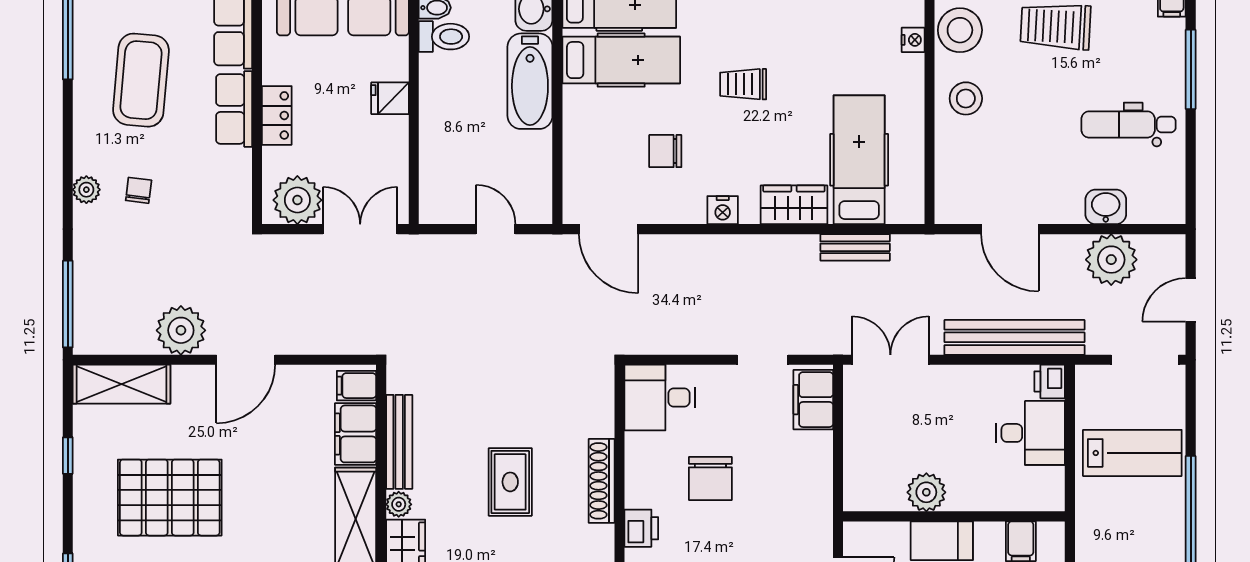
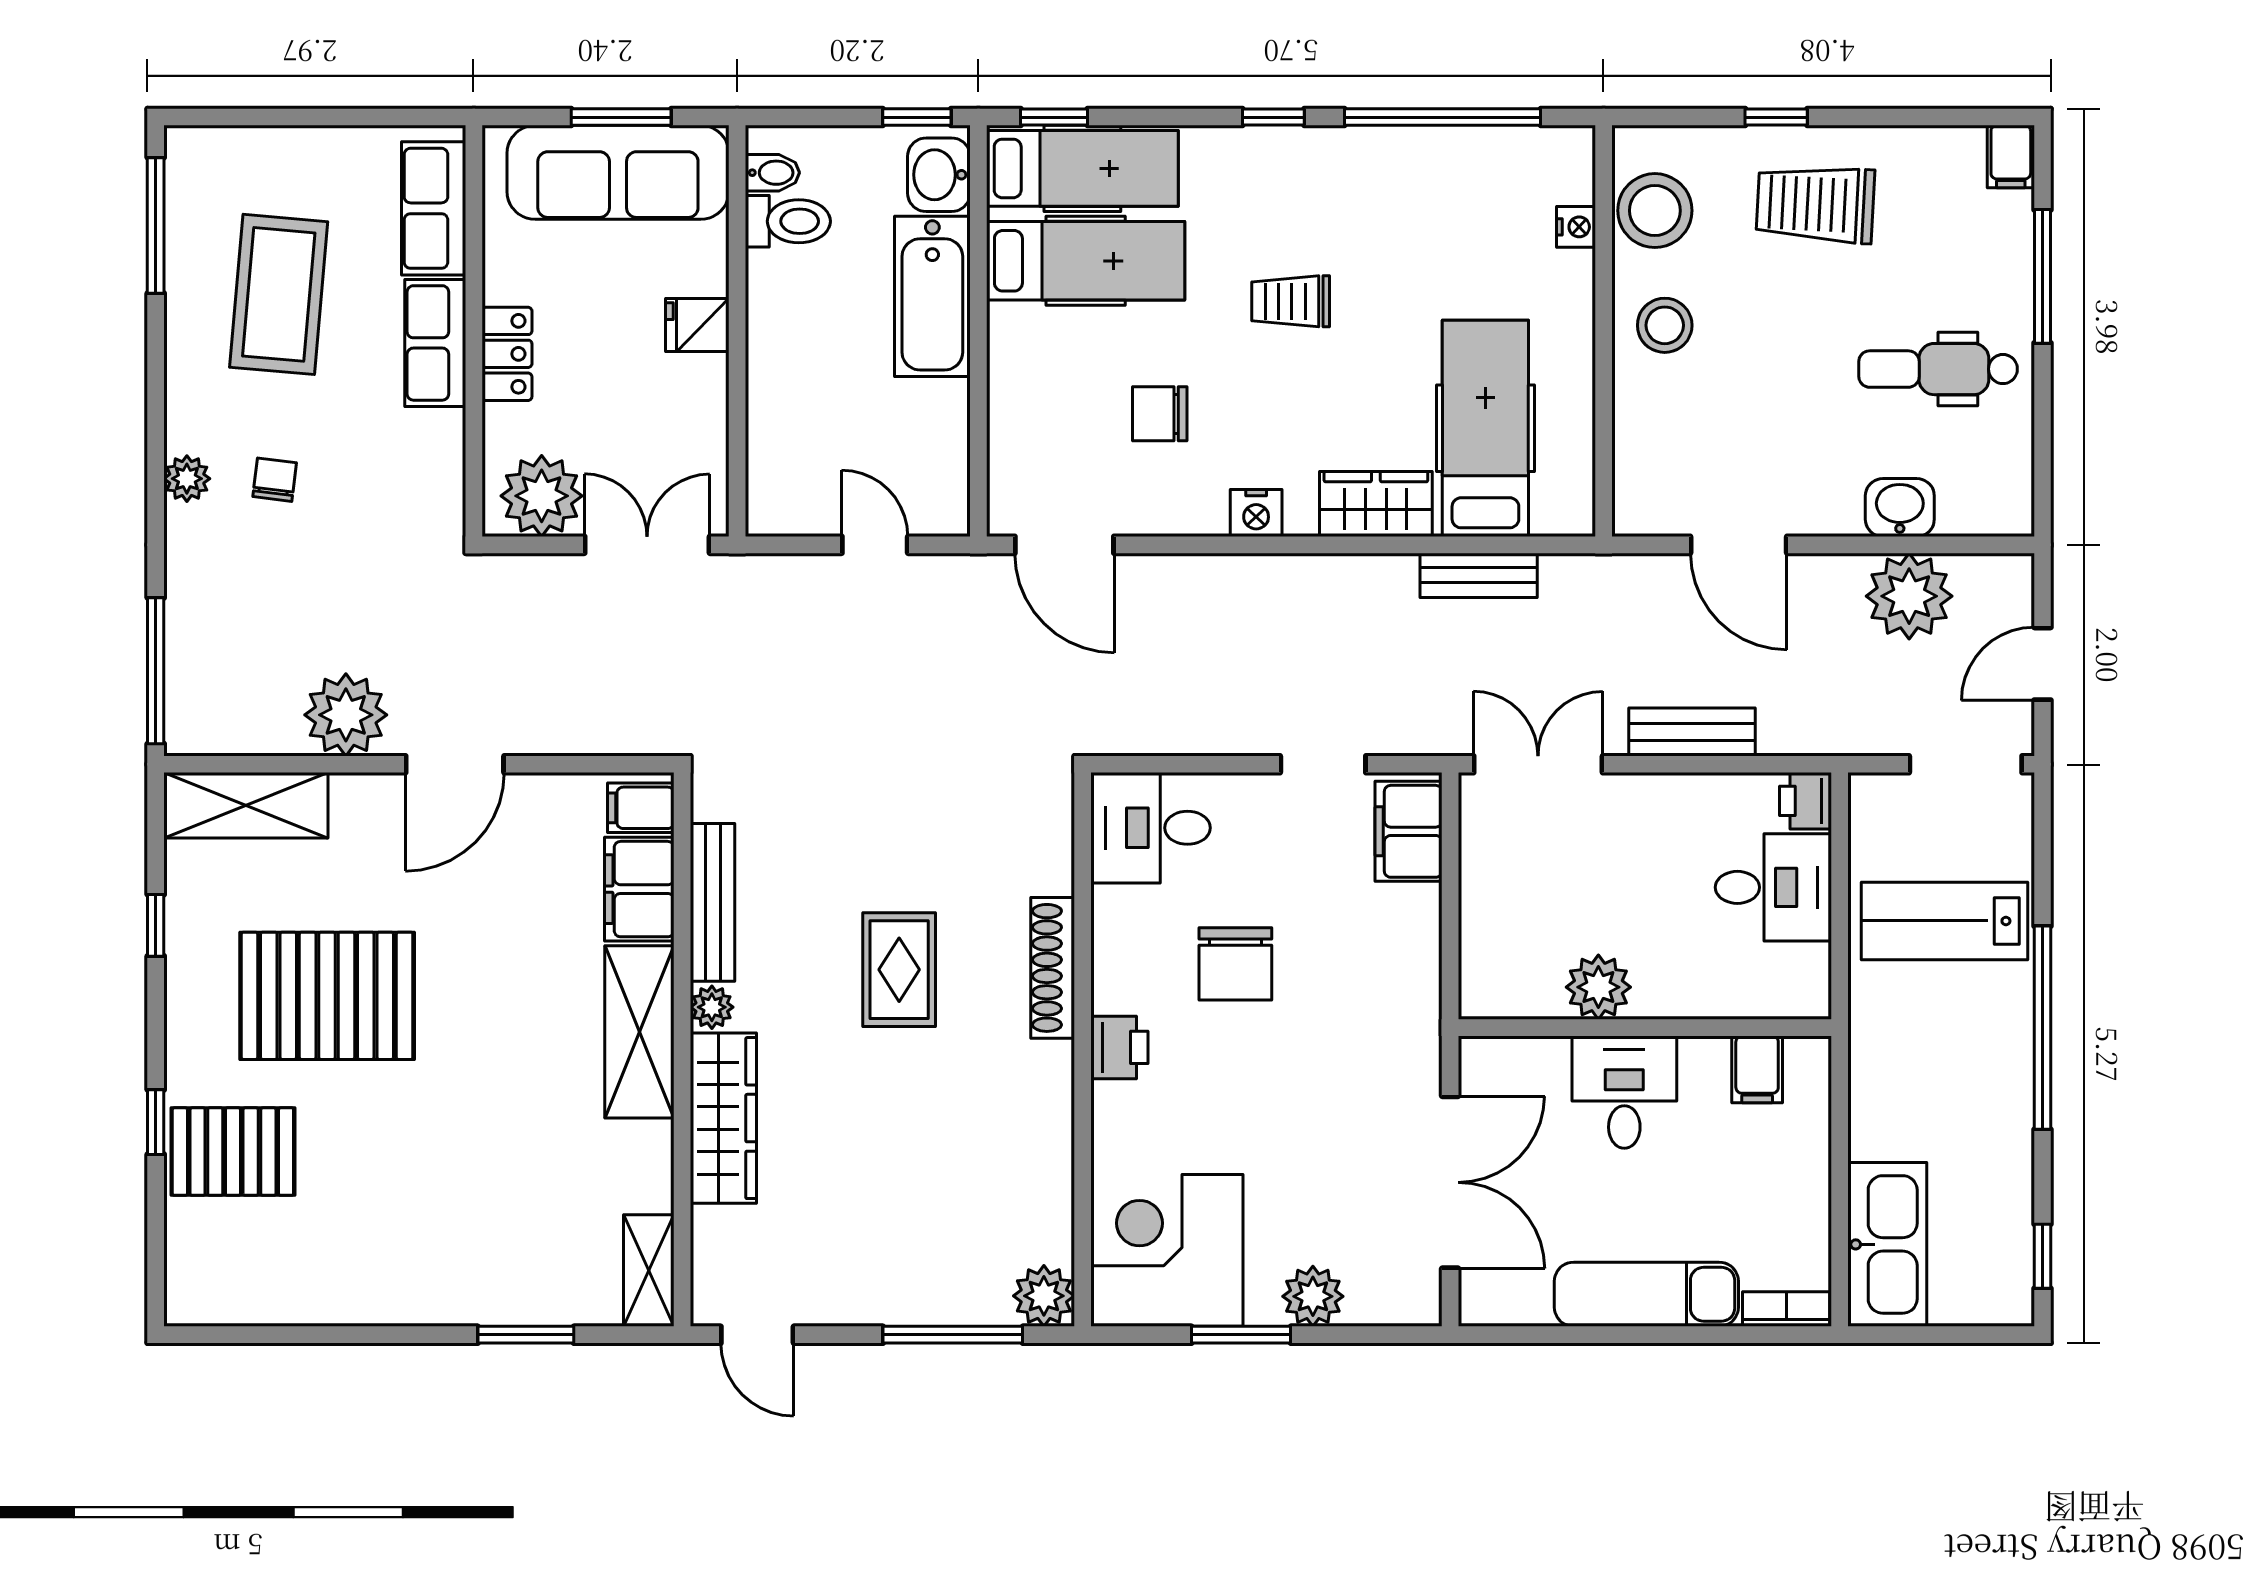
bench: (1015, 337) -> (1692, 732), width x0.54, depth x0.82
lab bench: (1132, 453) -> (1944, 921), turned 180

